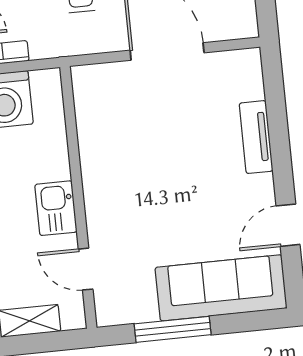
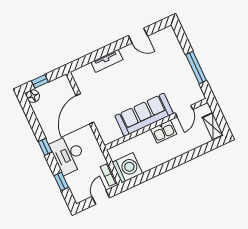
sofa: (221, 288) -> (144, 115), moved, turned 90

